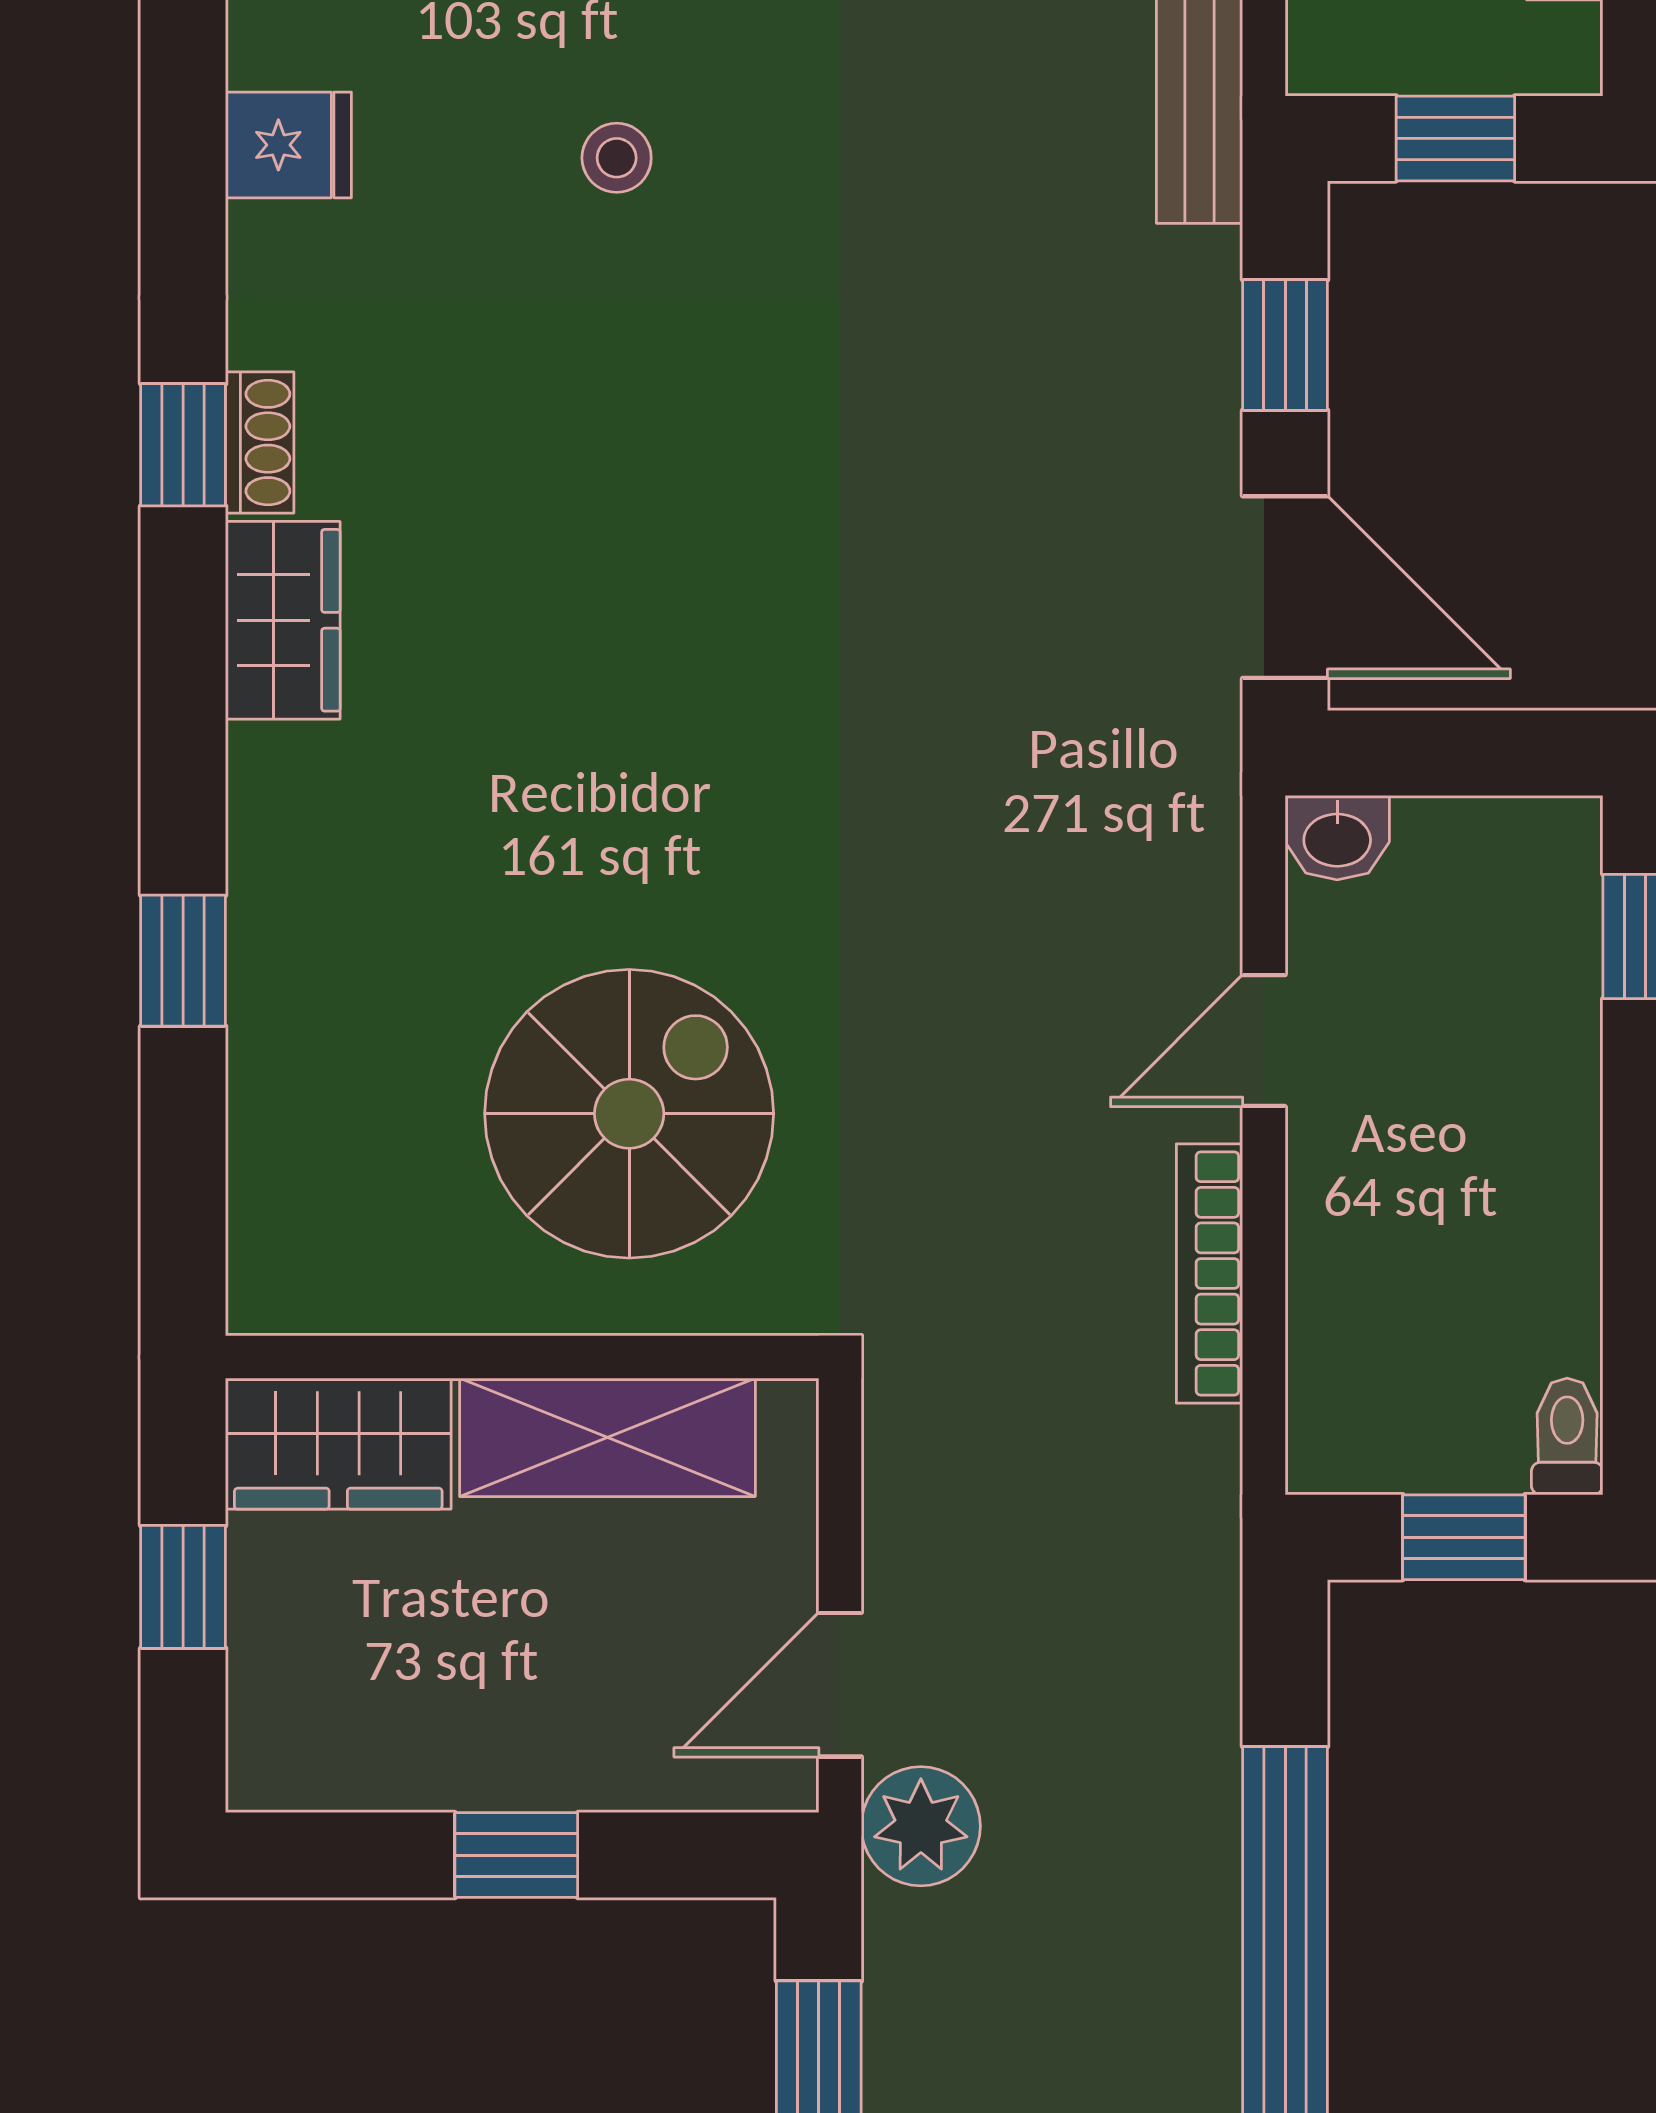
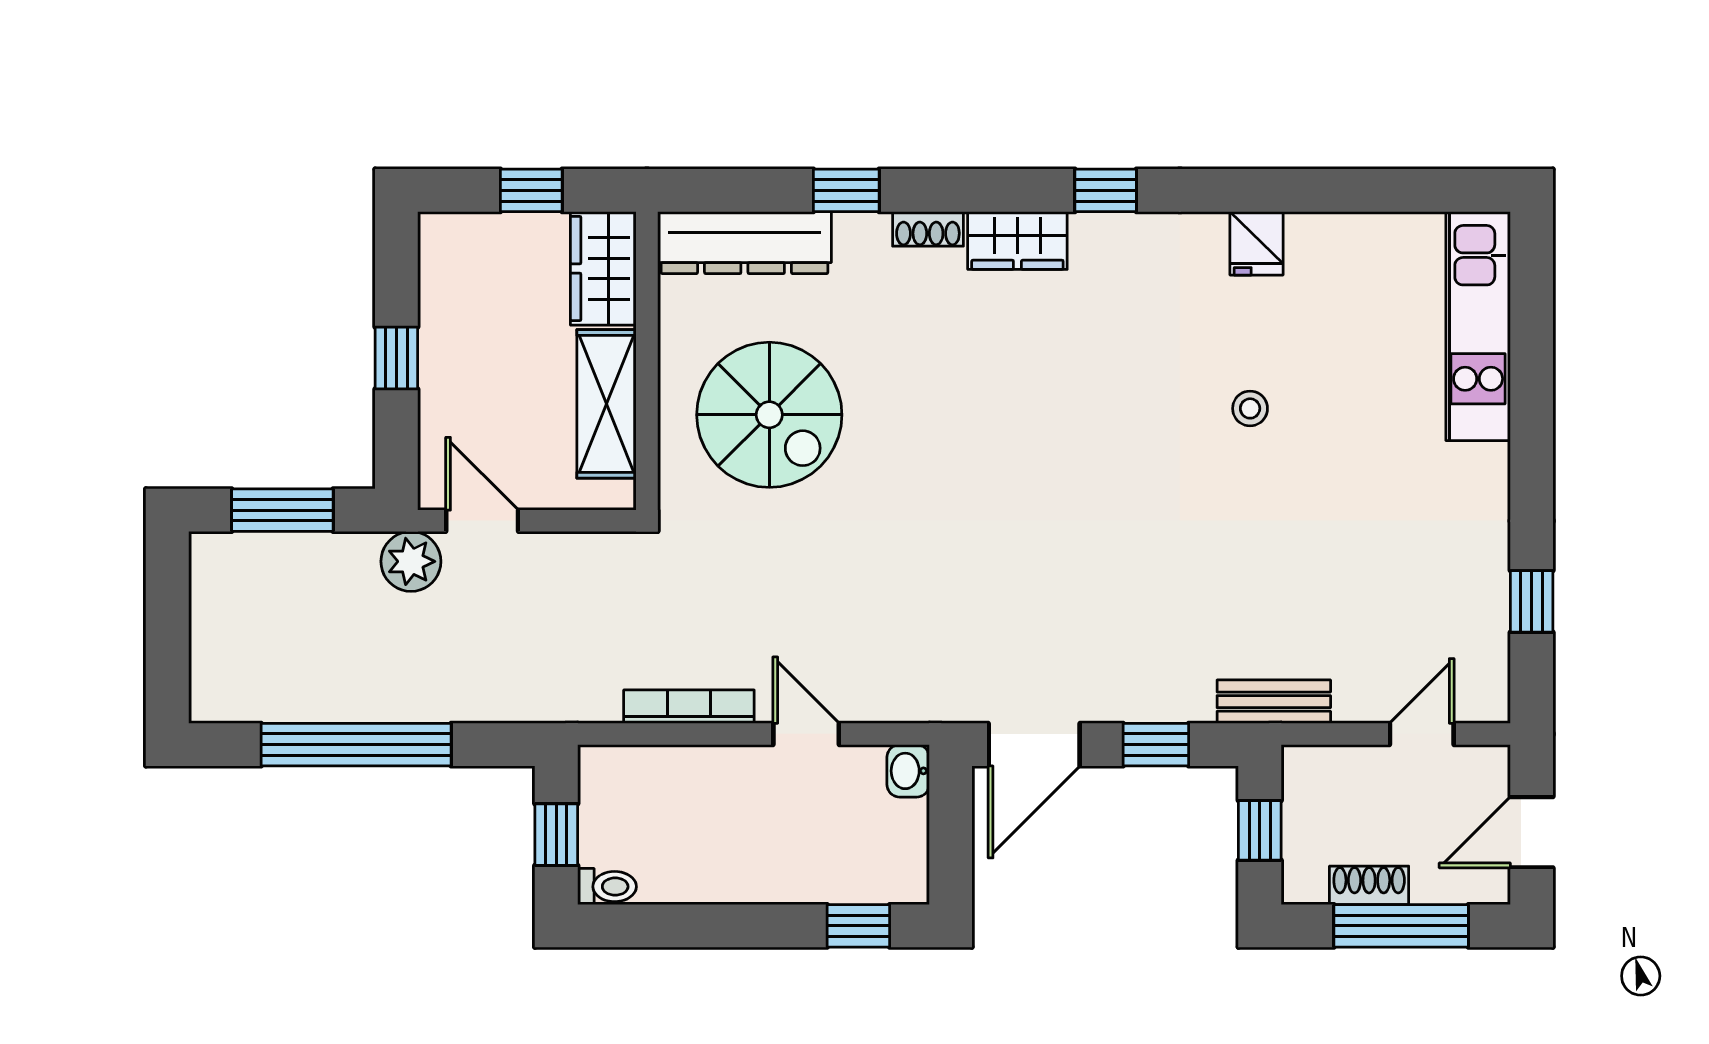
shoe rack: (260, 442) -> (928, 229), moved
dresser: (287, 1163) -> (744, 243), added

